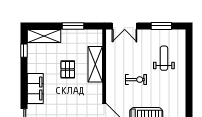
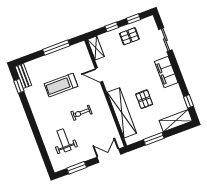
weight bench: (164, 58) -> (64, 140), turned 180
shelving: (95, 64) -> (122, 113), width x1.47

